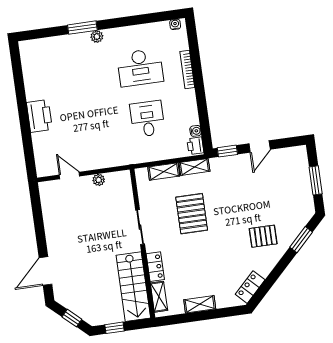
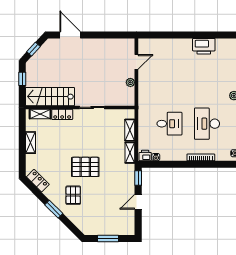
printer: (39, 116) -> (204, 46), moved
door: (260, 146) -> (138, 202), hinge flipped
pallet: (192, 214) -> (85, 167), moved
window: (301, 240) -> (54, 209), moved

